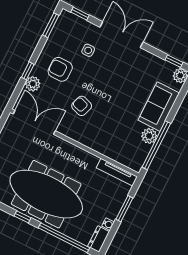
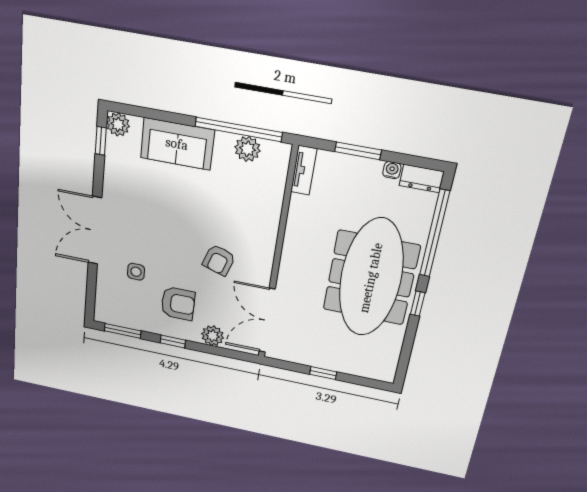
window: (80, 14) -> (91, 296), removed
armchair: (60, 69) -> (178, 304), turned -90
window: (28, 71) -> (173, 341), moved
plant: (149, 136) -> (247, 149), moved
tv unit: (117, 172) -> (304, 170), width x0.71

